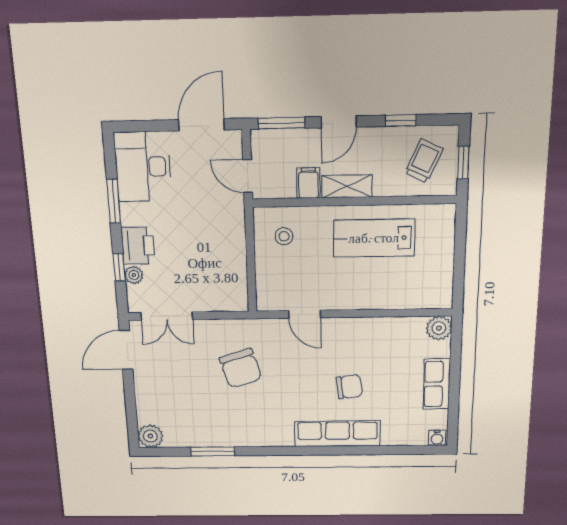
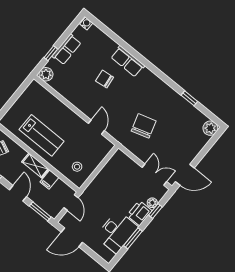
door: (339, 122) -> (18, 193), hinge flipped
desk: (143, 167) -> (117, 232), moved
window: (455, 362) -> (51, 53), added
row of seats: (337, 434) -> (128, 61), width x0.68
window: (213, 451) -> (189, 98), width x0.67

